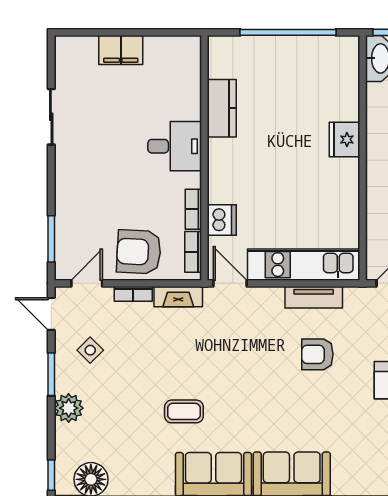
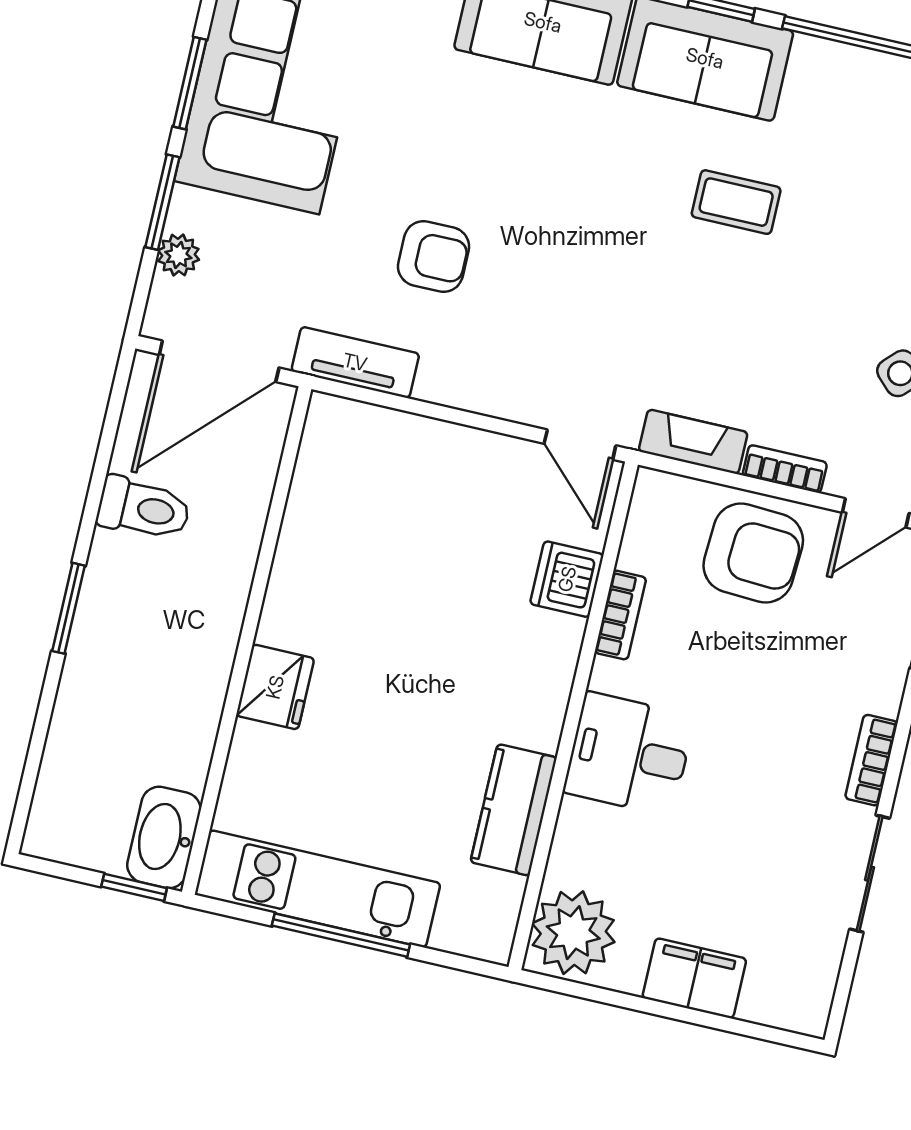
window: (288, 32) -> (341, 935), width x0.68
plant: (181, 58) -> (573, 933), added
bookcase: (193, 252) -> (871, 760), moved, turned 180
kitchen unit: (304, 265) -> (318, 889), moved, turned 180
tv unit: (314, 297) -> (355, 362), moved

